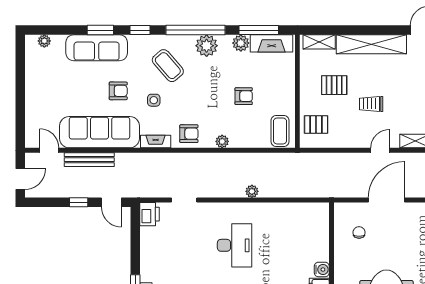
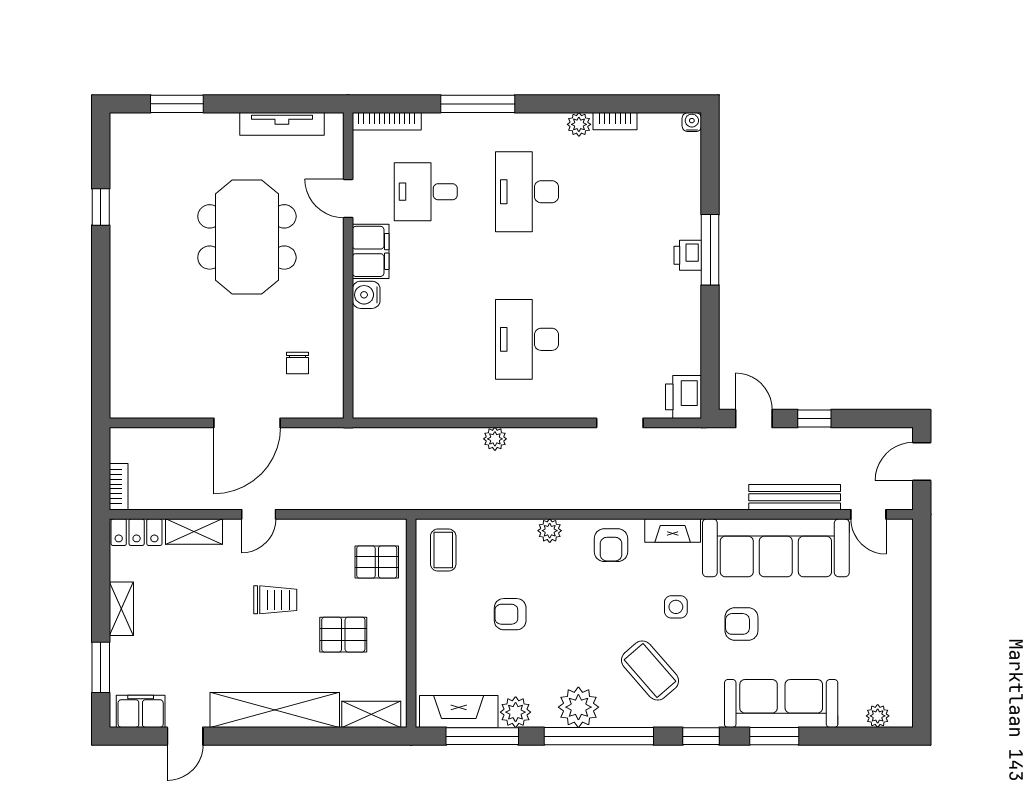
coffee table: (280, 131) -> (443, 550), width x0.73, depth x0.77
armchair: (189, 134) -> (611, 545), turned -90

